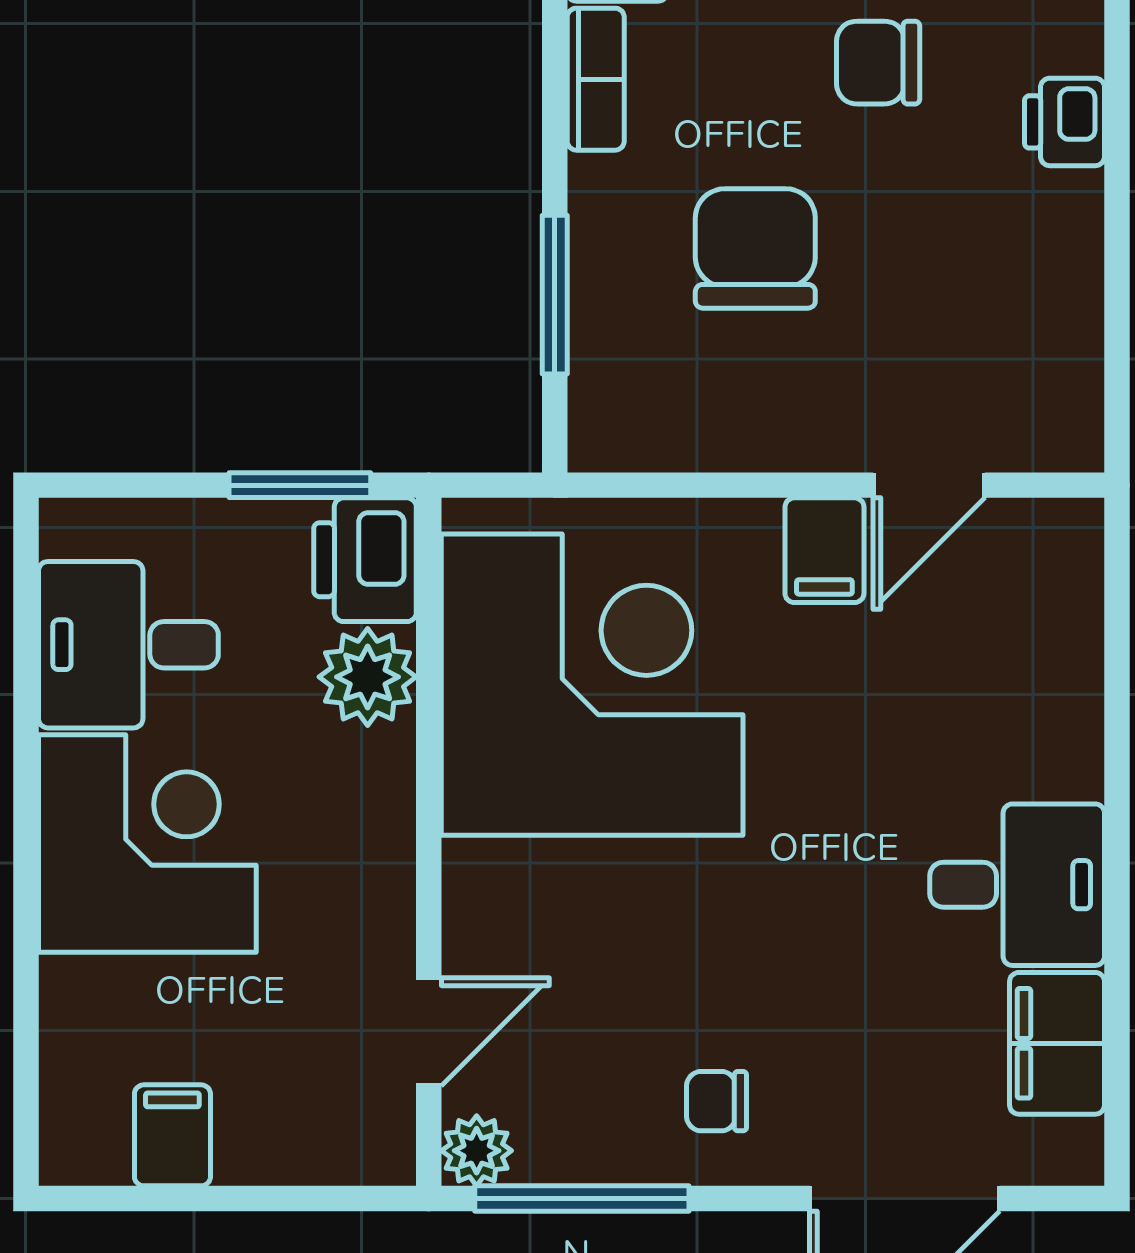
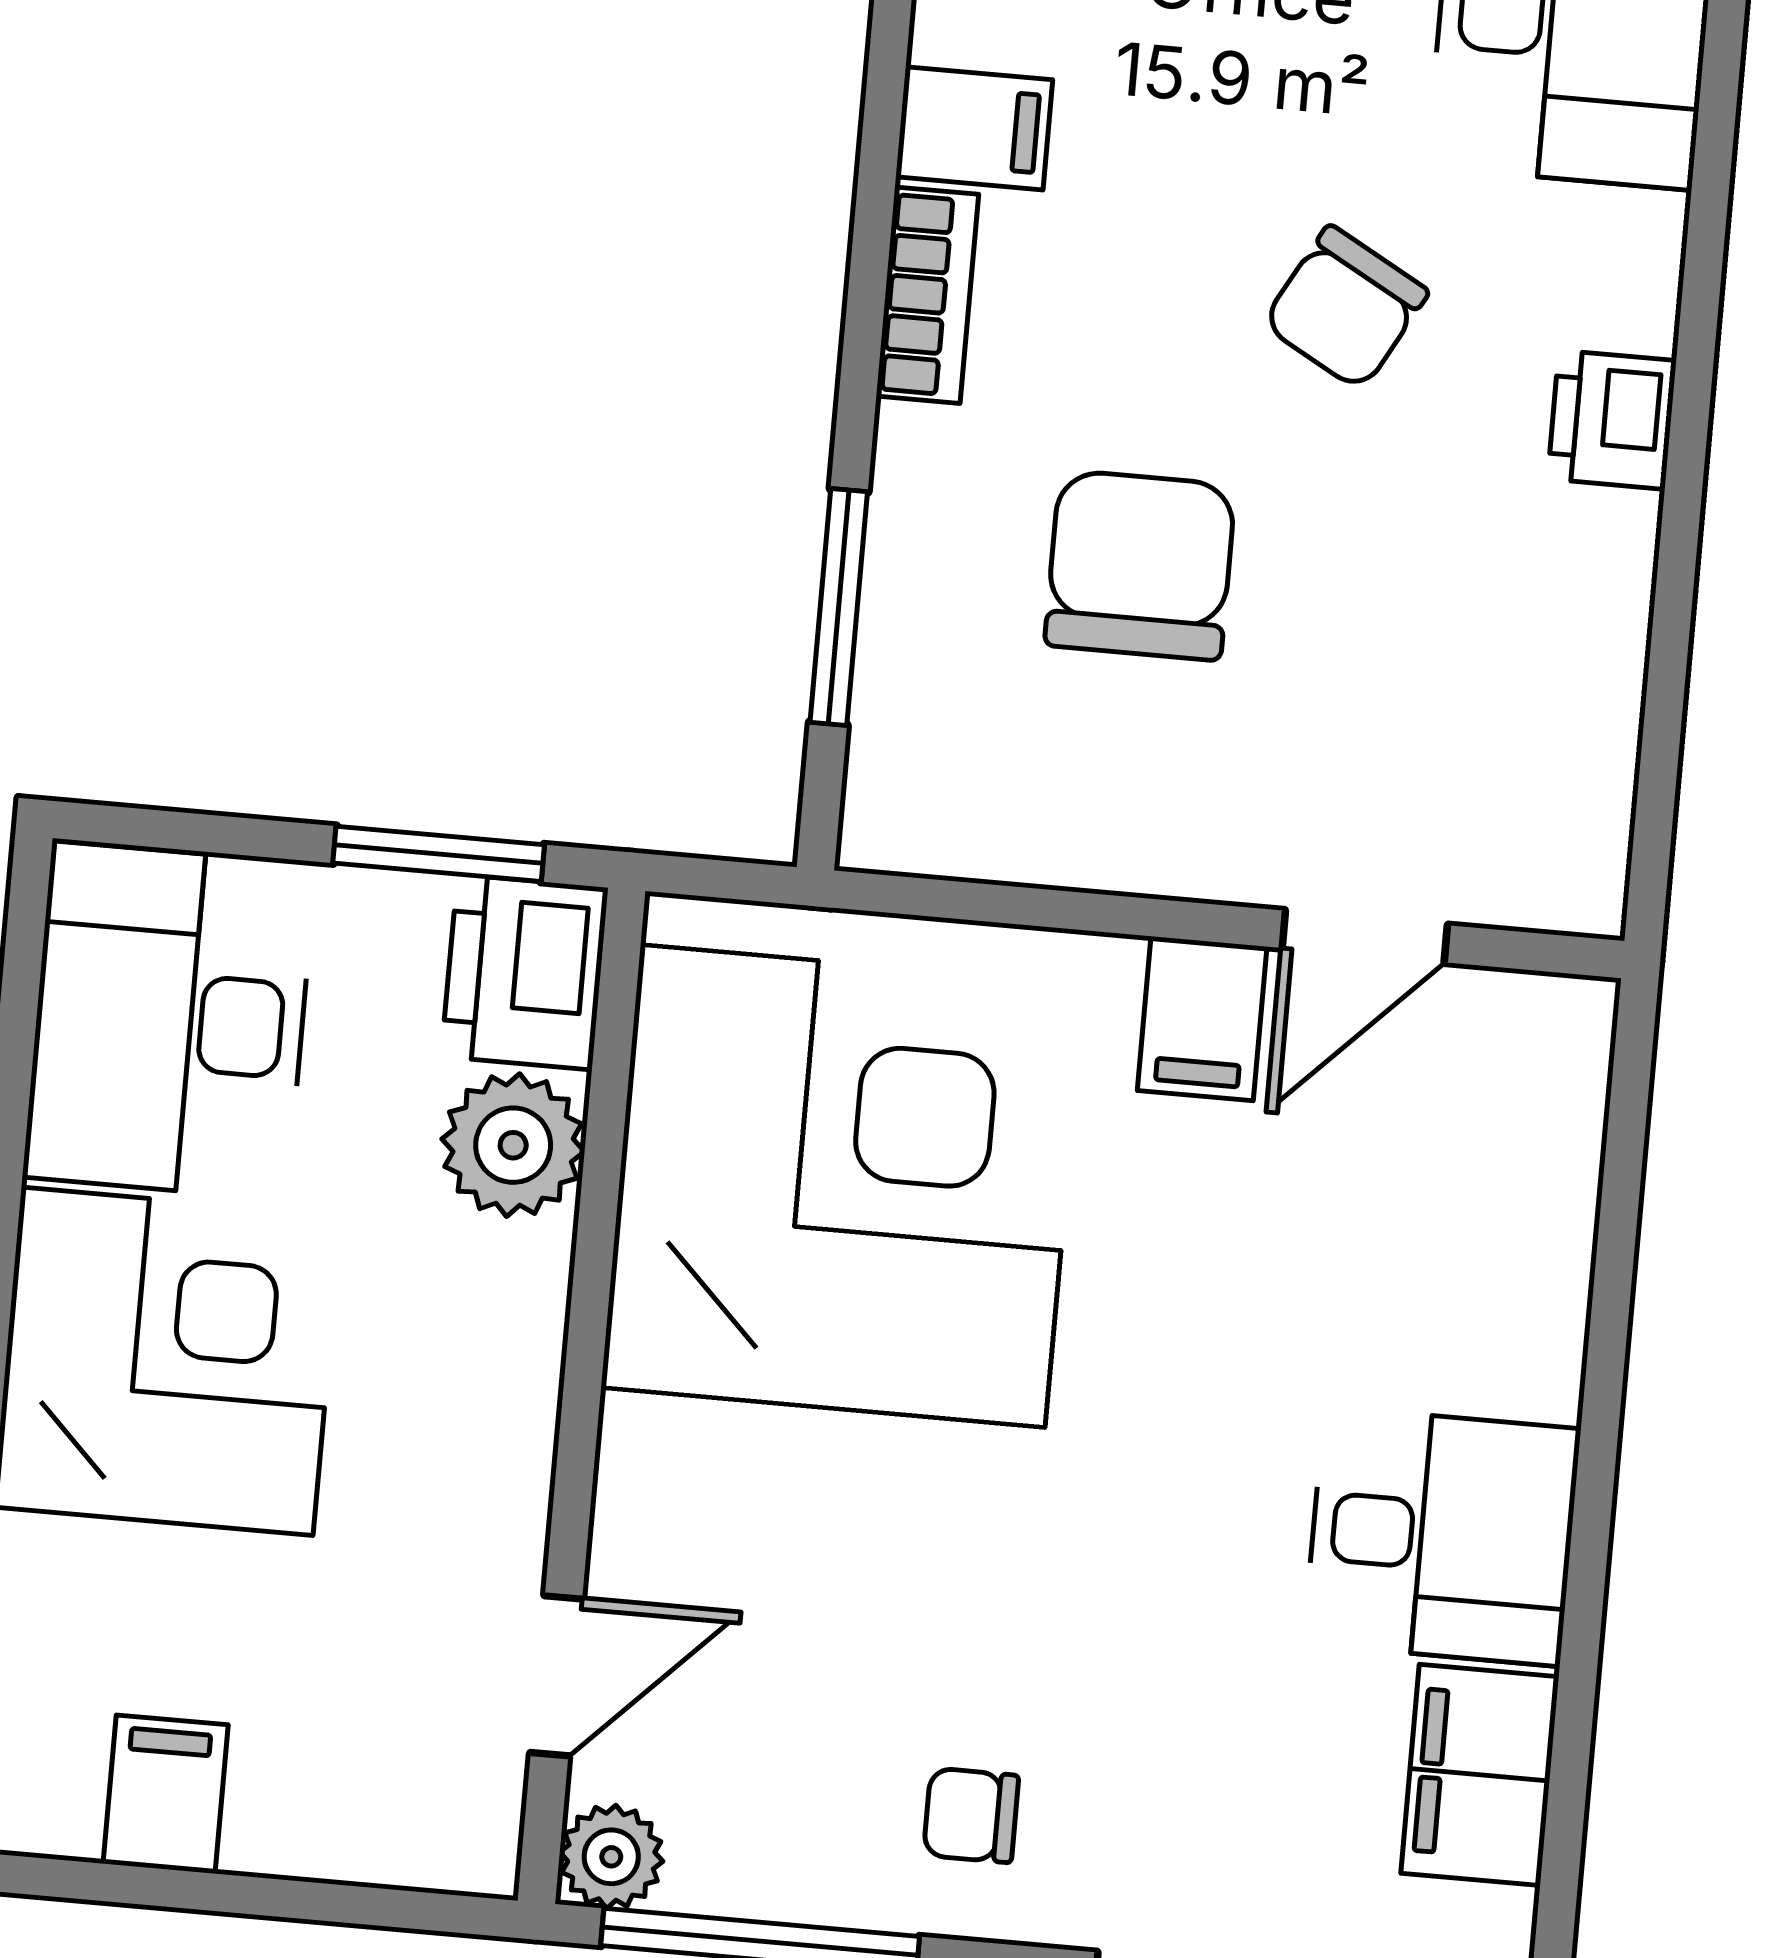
chair: (878, 63) -> (1345, 308), turned -61
desk: (128, 645) -> (169, 1021), width x1.37

